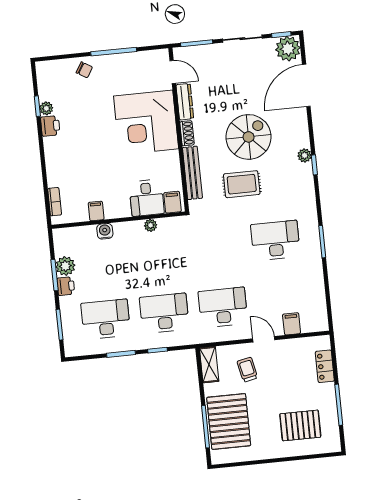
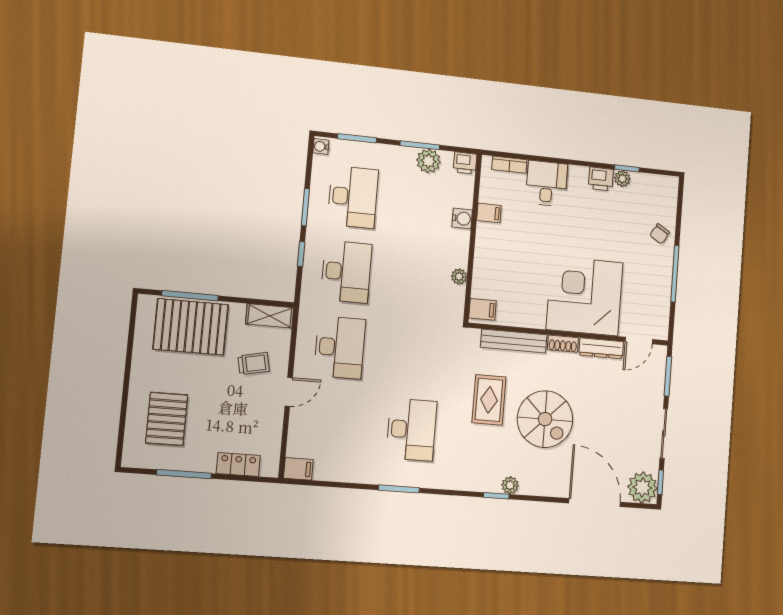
desk: (147, 198) -> (547, 183), moved, turned 90
printer: (66, 286) -> (465, 163), moved
filing cabinet: (292, 324) -> (298, 469), moved
water cooler: (72, 351) -> (321, 146), added

